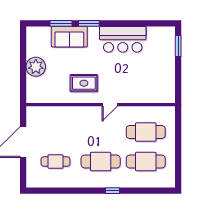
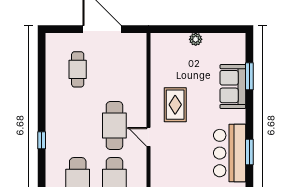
window: (89, 23) -> (249, 152), moved
plant: (36, 67) -> (196, 39), width x0.53, depth x0.53
cafe table: (101, 162) -> (114, 125), moved

